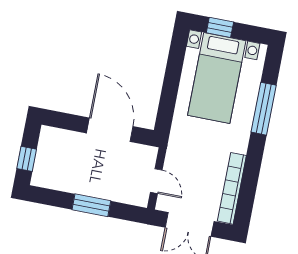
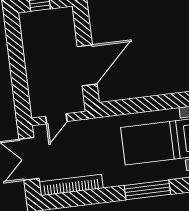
window: (91, 205) -> (18, 70), removed

